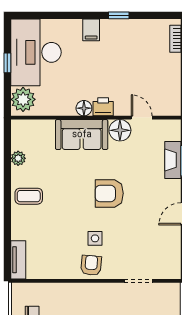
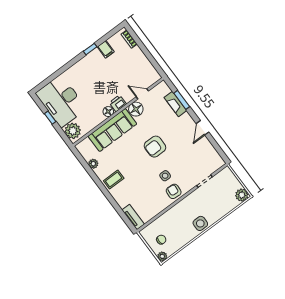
filing cabinet: (91, 30) -> (106, 49), moved
sofa: (82, 135) -> (112, 130), width x1.36

